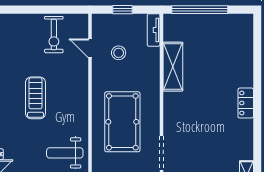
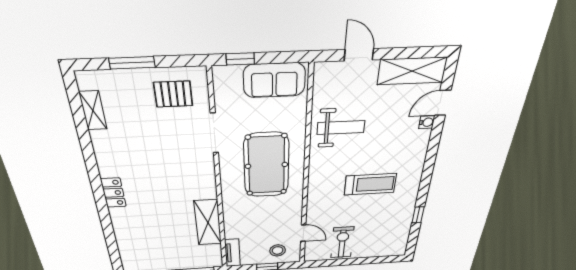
stool: (119, 53) -> (278, 250), moved
treadmill: (35, 98) -> (370, 184), turned -90

